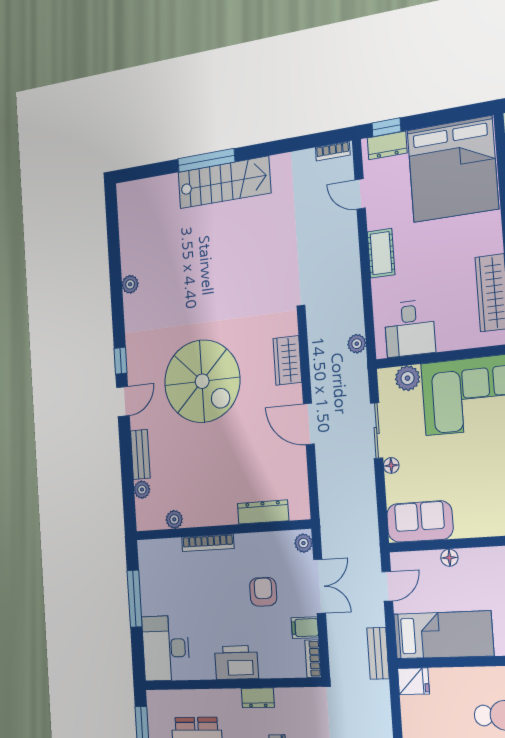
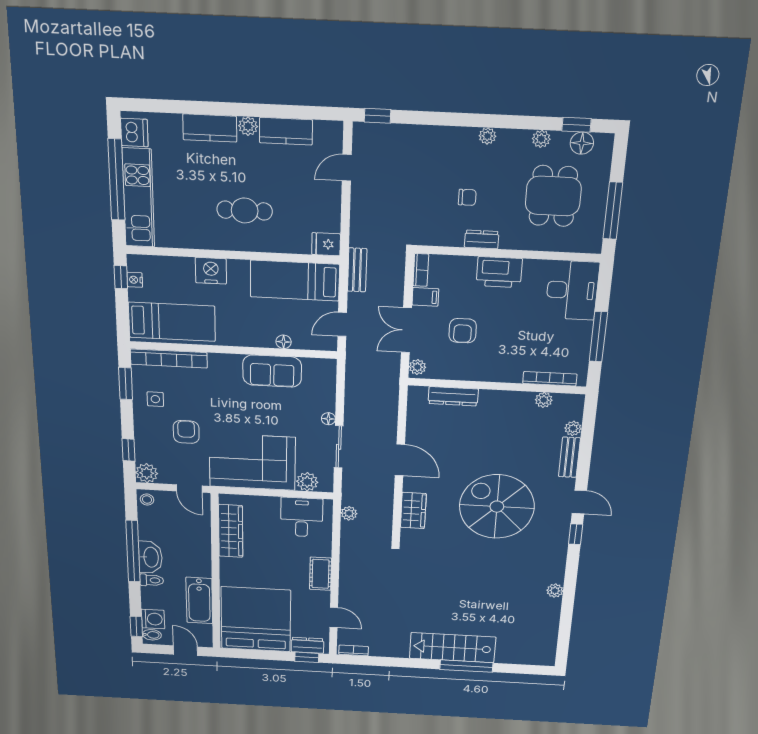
door: (123, 401) -> (579, 502), swing flipped
sofa: (420, 521) -> (272, 371), moved
bookcase: (208, 543) -> (550, 379), moved

